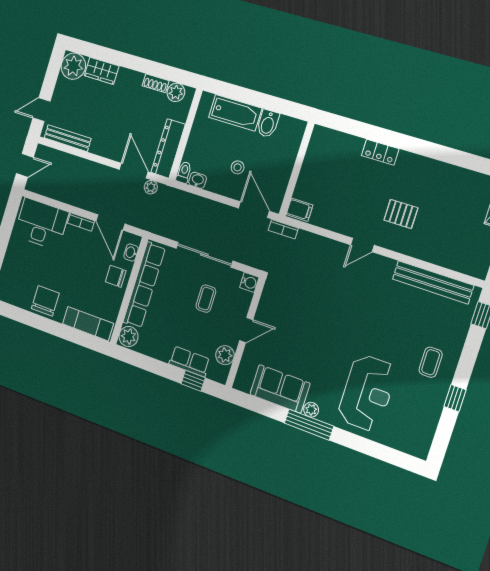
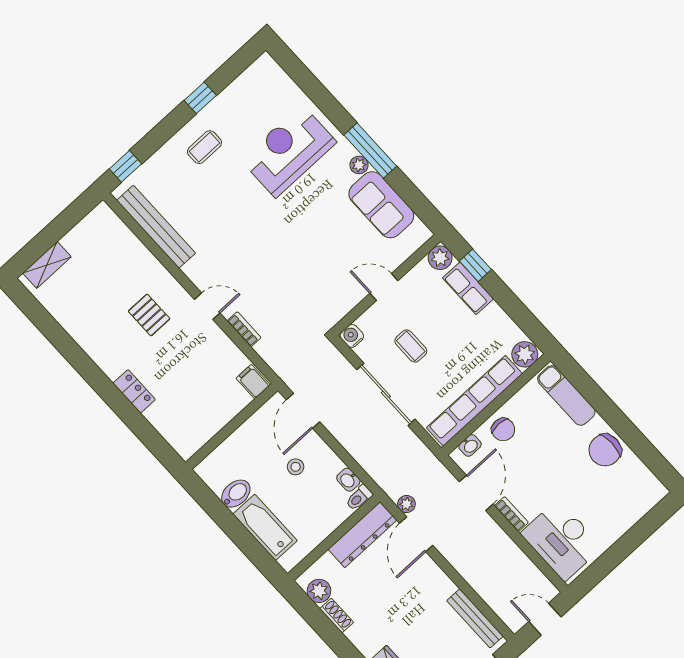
bookcase: (283, 229) -> (244, 329), moved
coffee table: (206, 299) -> (411, 346), turned 90
plant: (225, 355) -> (440, 258), moved

